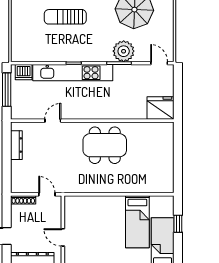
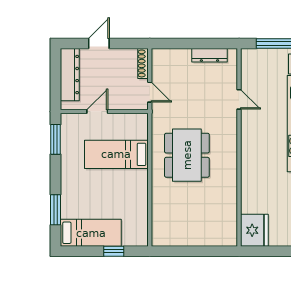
dining table: (105, 145) -> (187, 155), moved
door: (47, 194) -> (150, 92), hinge flipped
bed: (137, 222) -> (116, 154), moved

